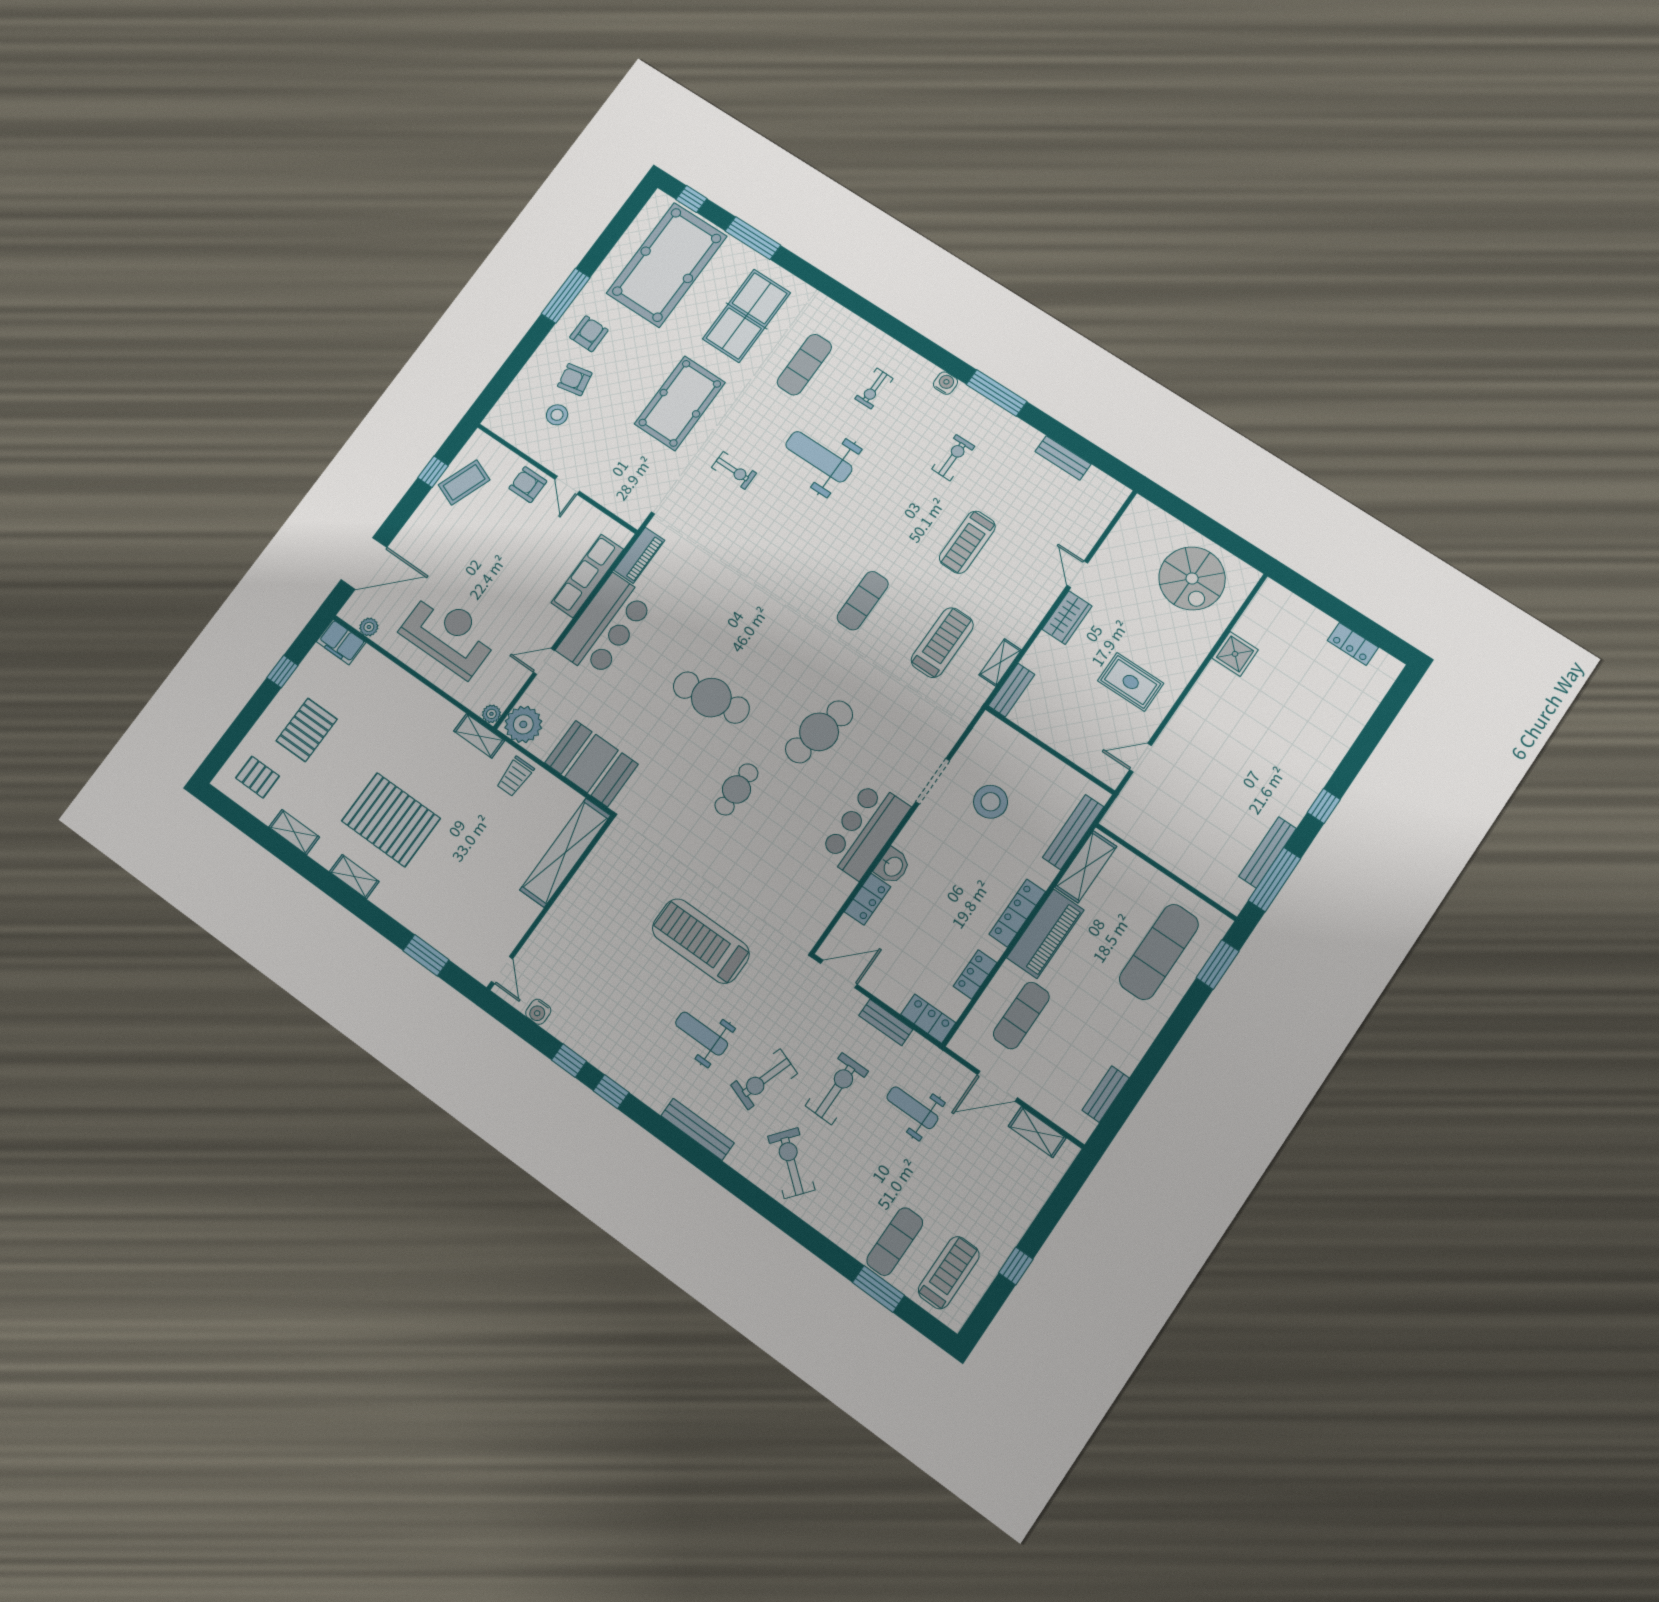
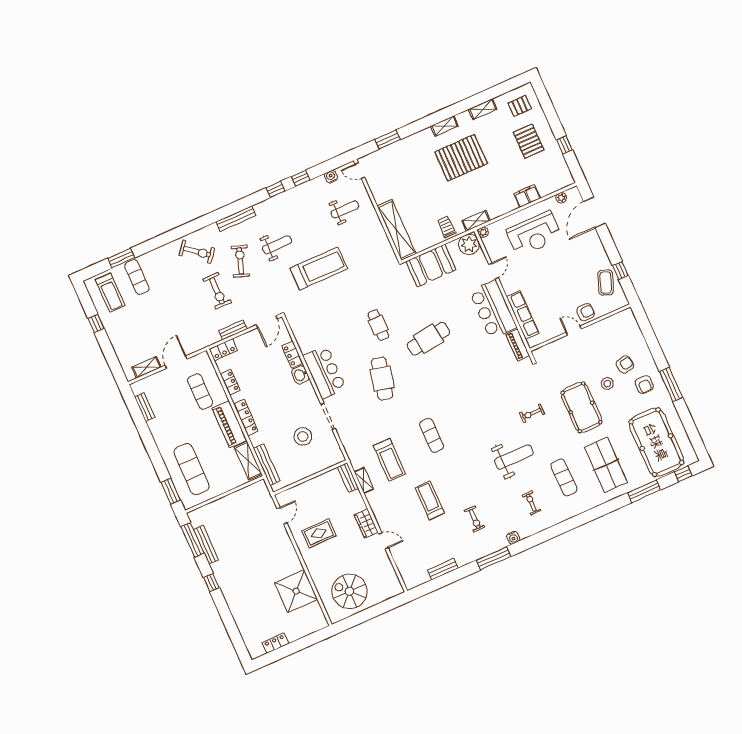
stool: (557, 415) -> (607, 384), moved
filing cabinet: (341, 642) -> (527, 196), moved
shower: (1235, 654) -> (296, 591), width x1.86, depth x1.86
weight bench: (912, 1108) -> (345, 209), moved

